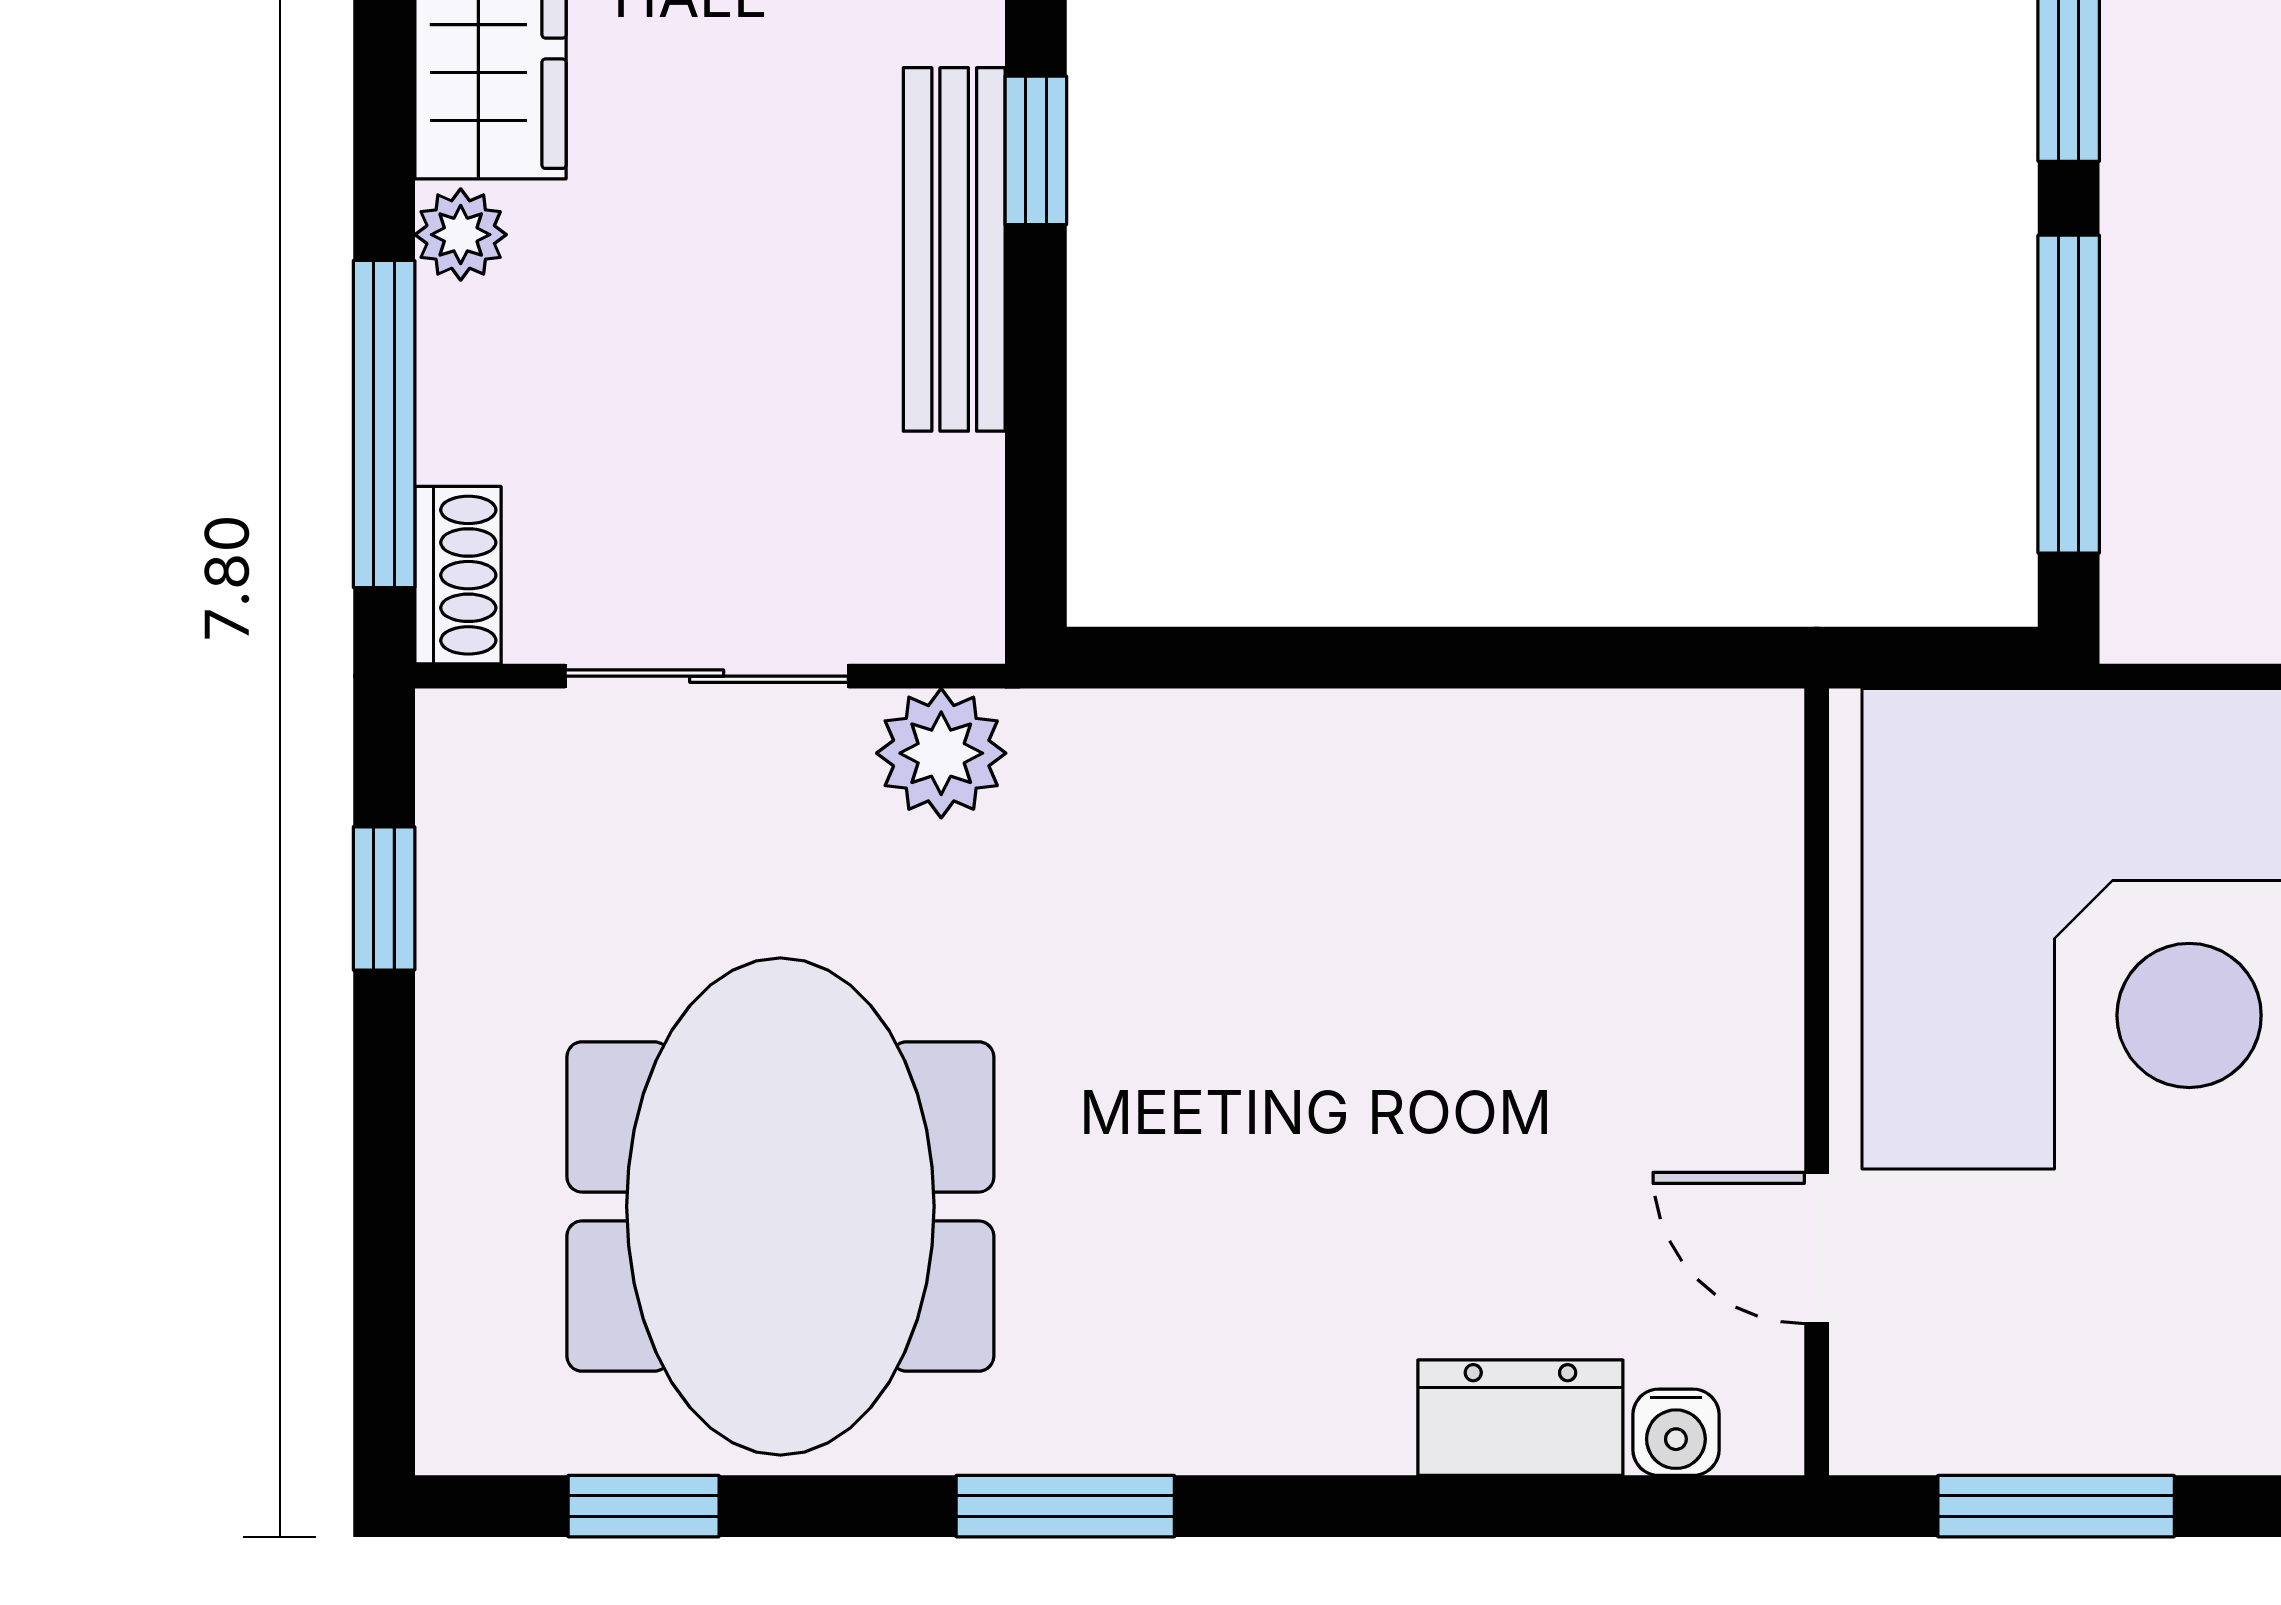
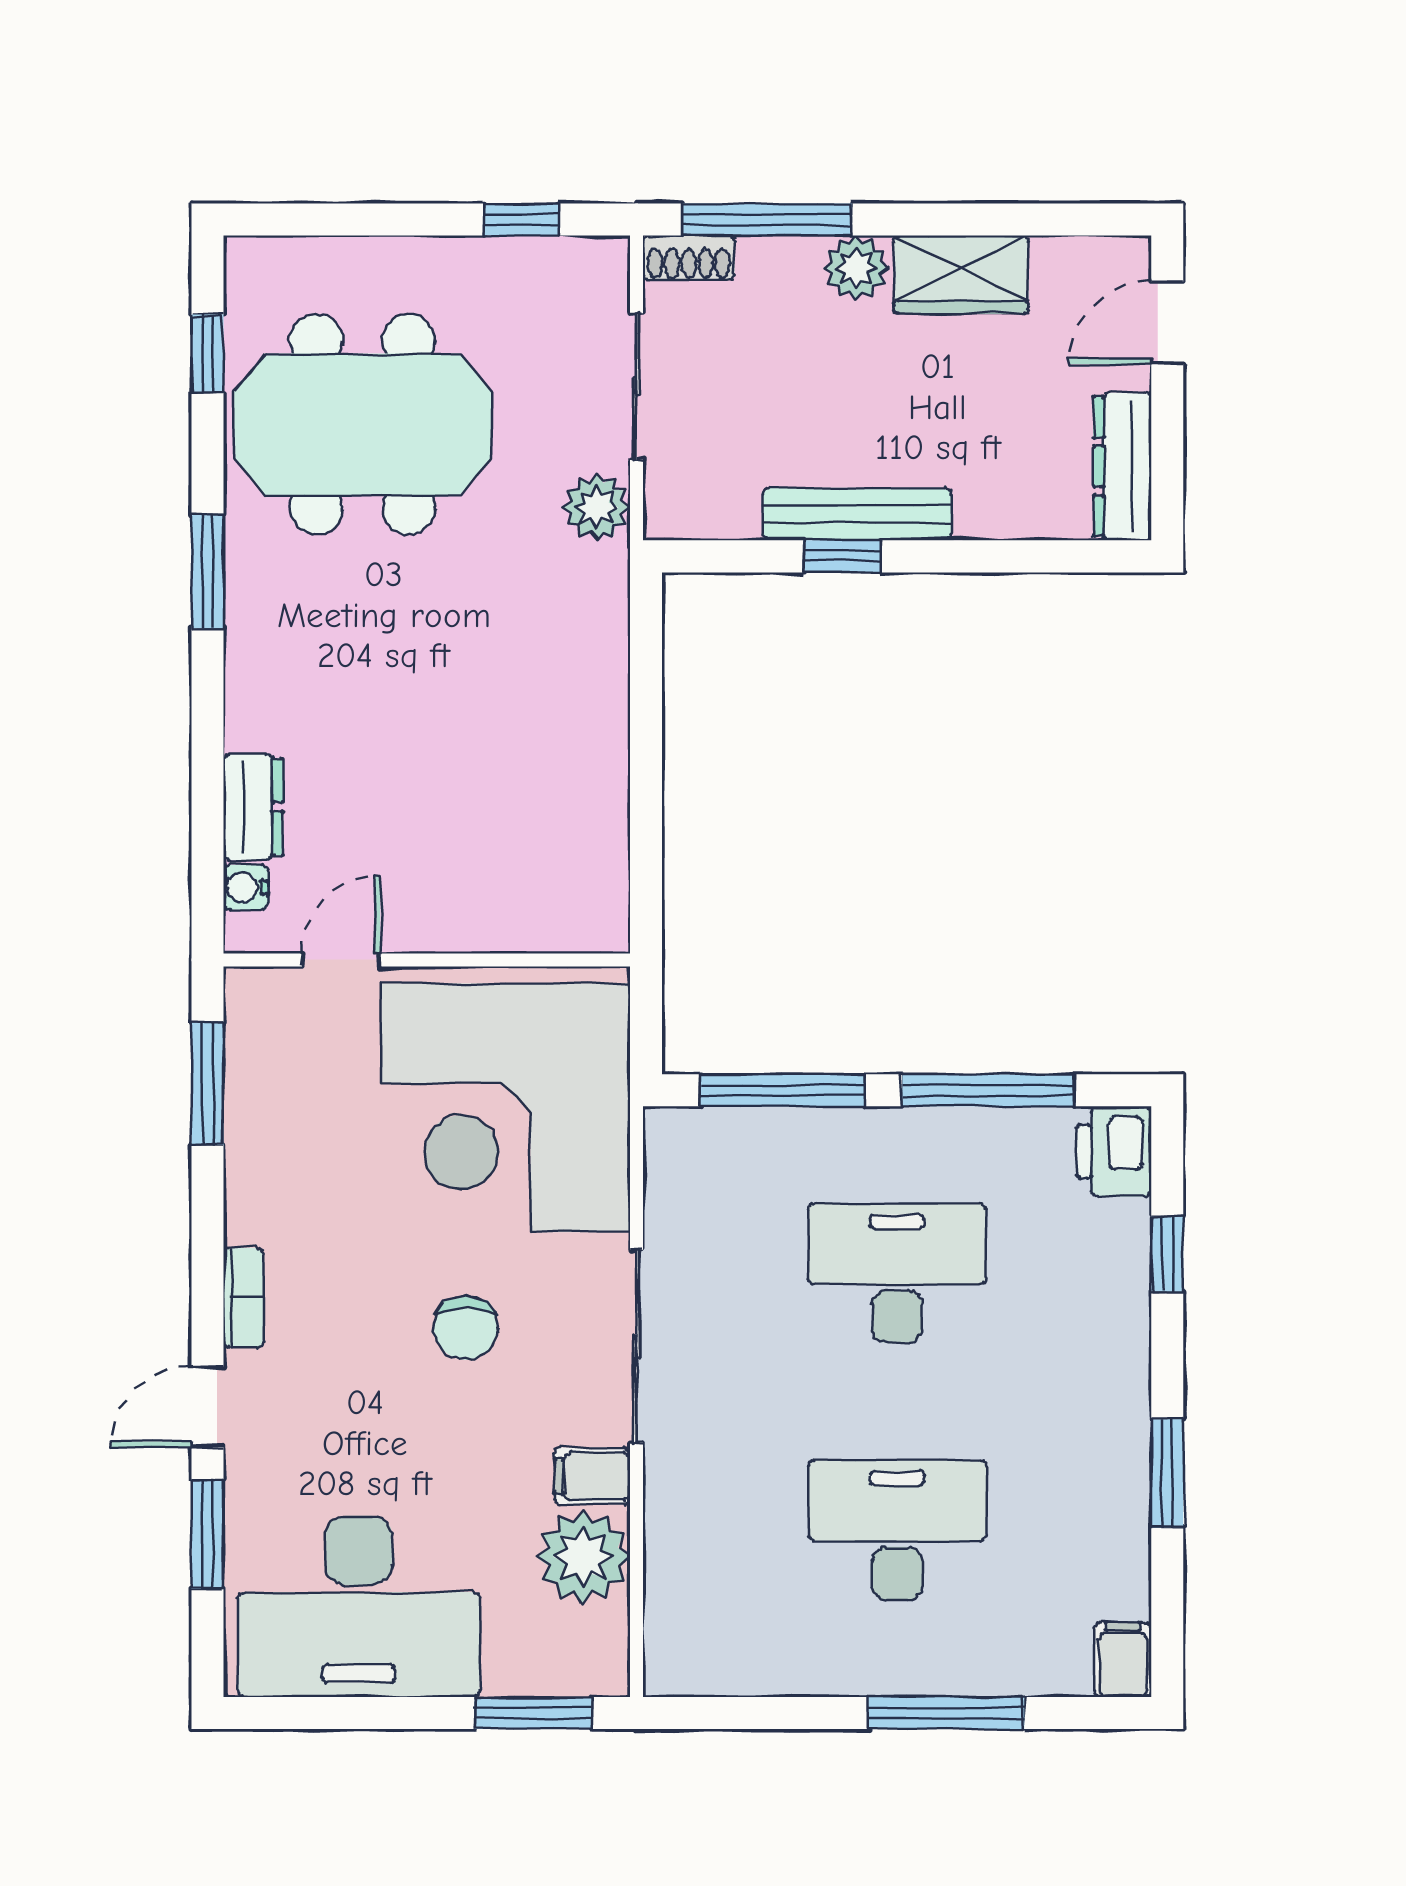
window: (1036, 150) -> (842, 556), moved
plant: (461, 235) -> (856, 268), width x1.38, depth x1.38

